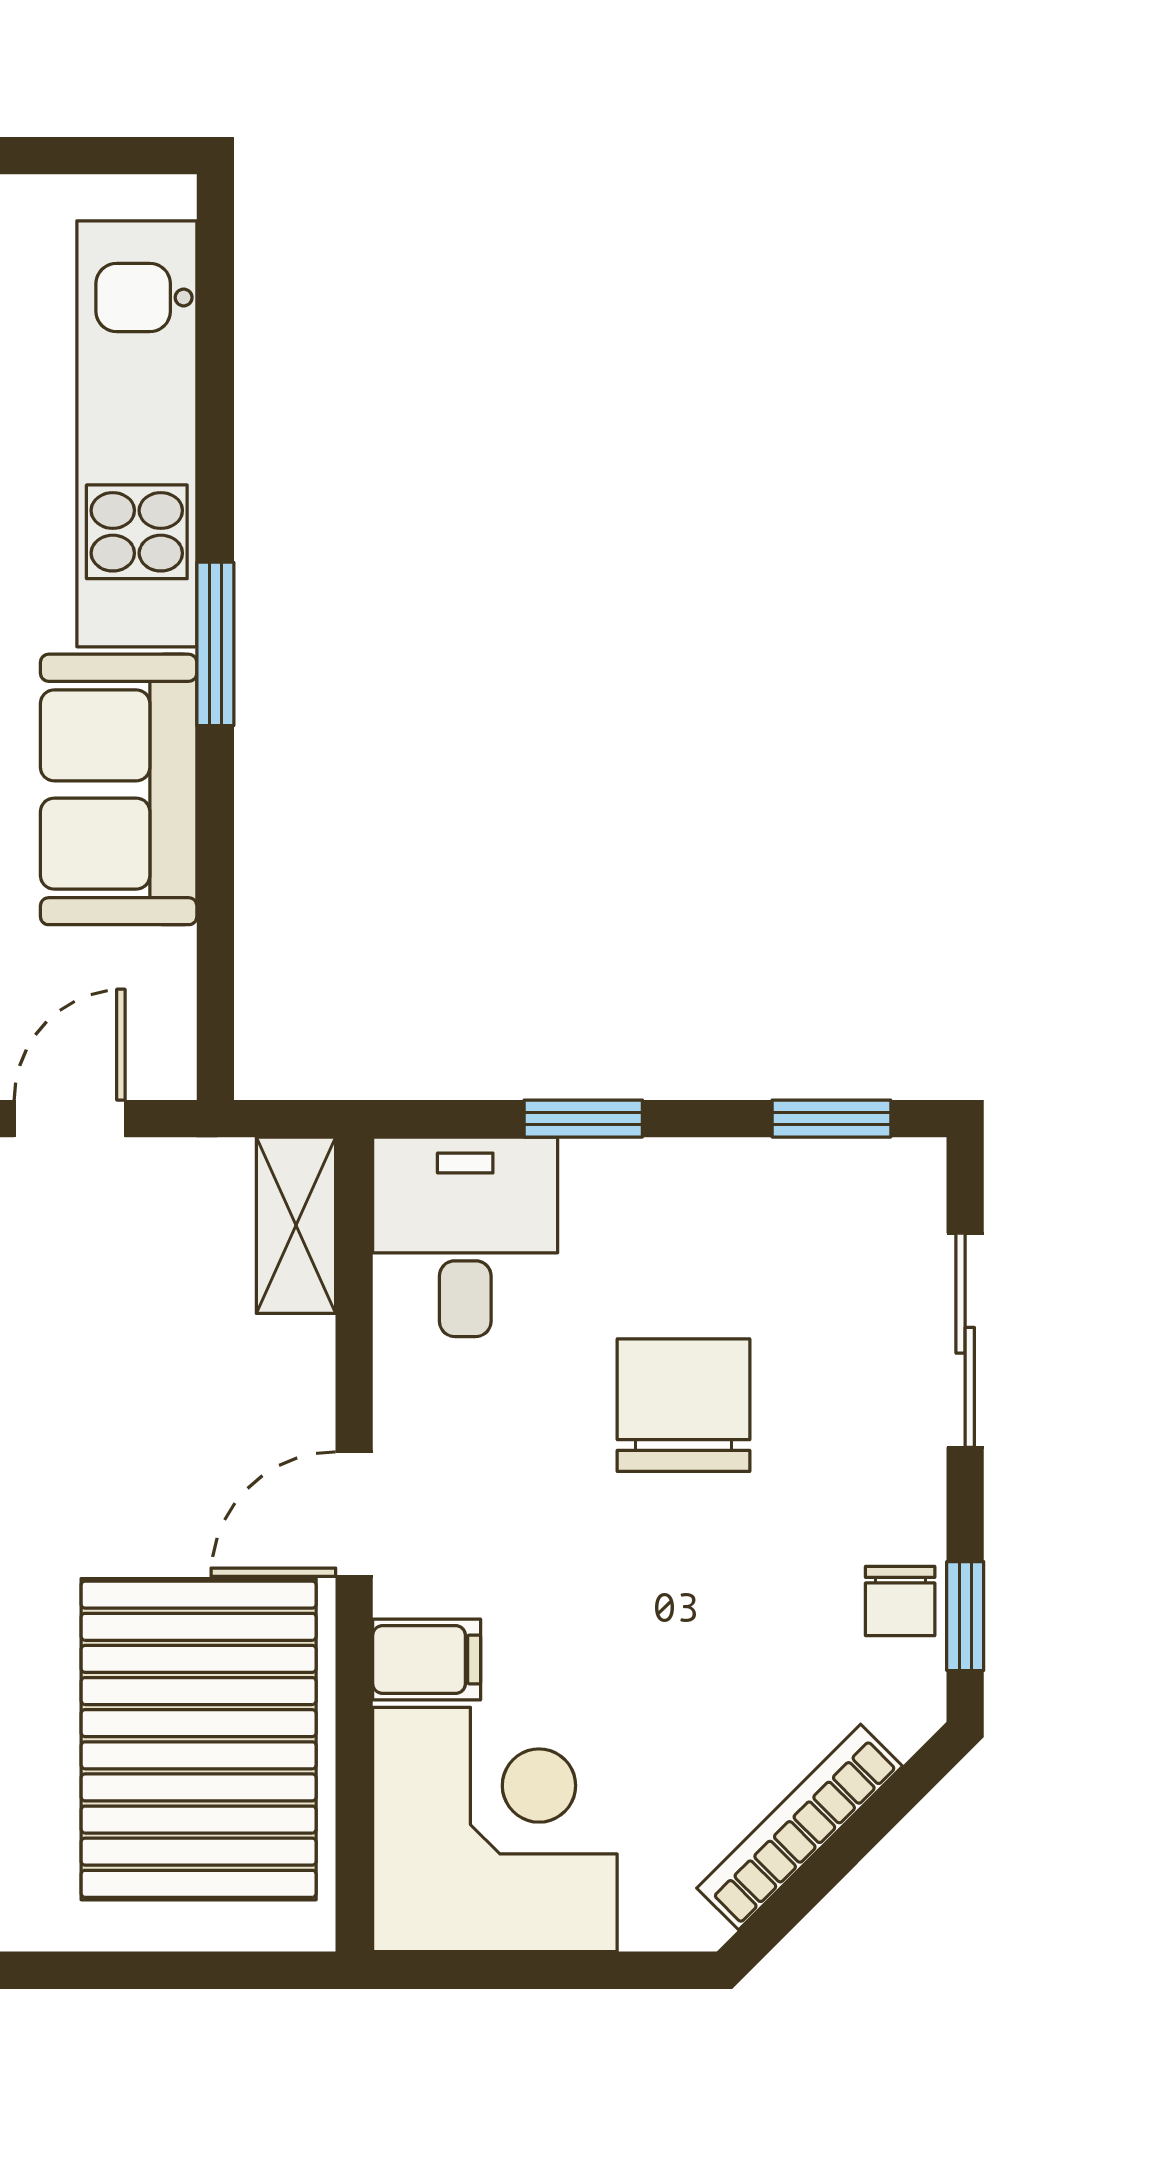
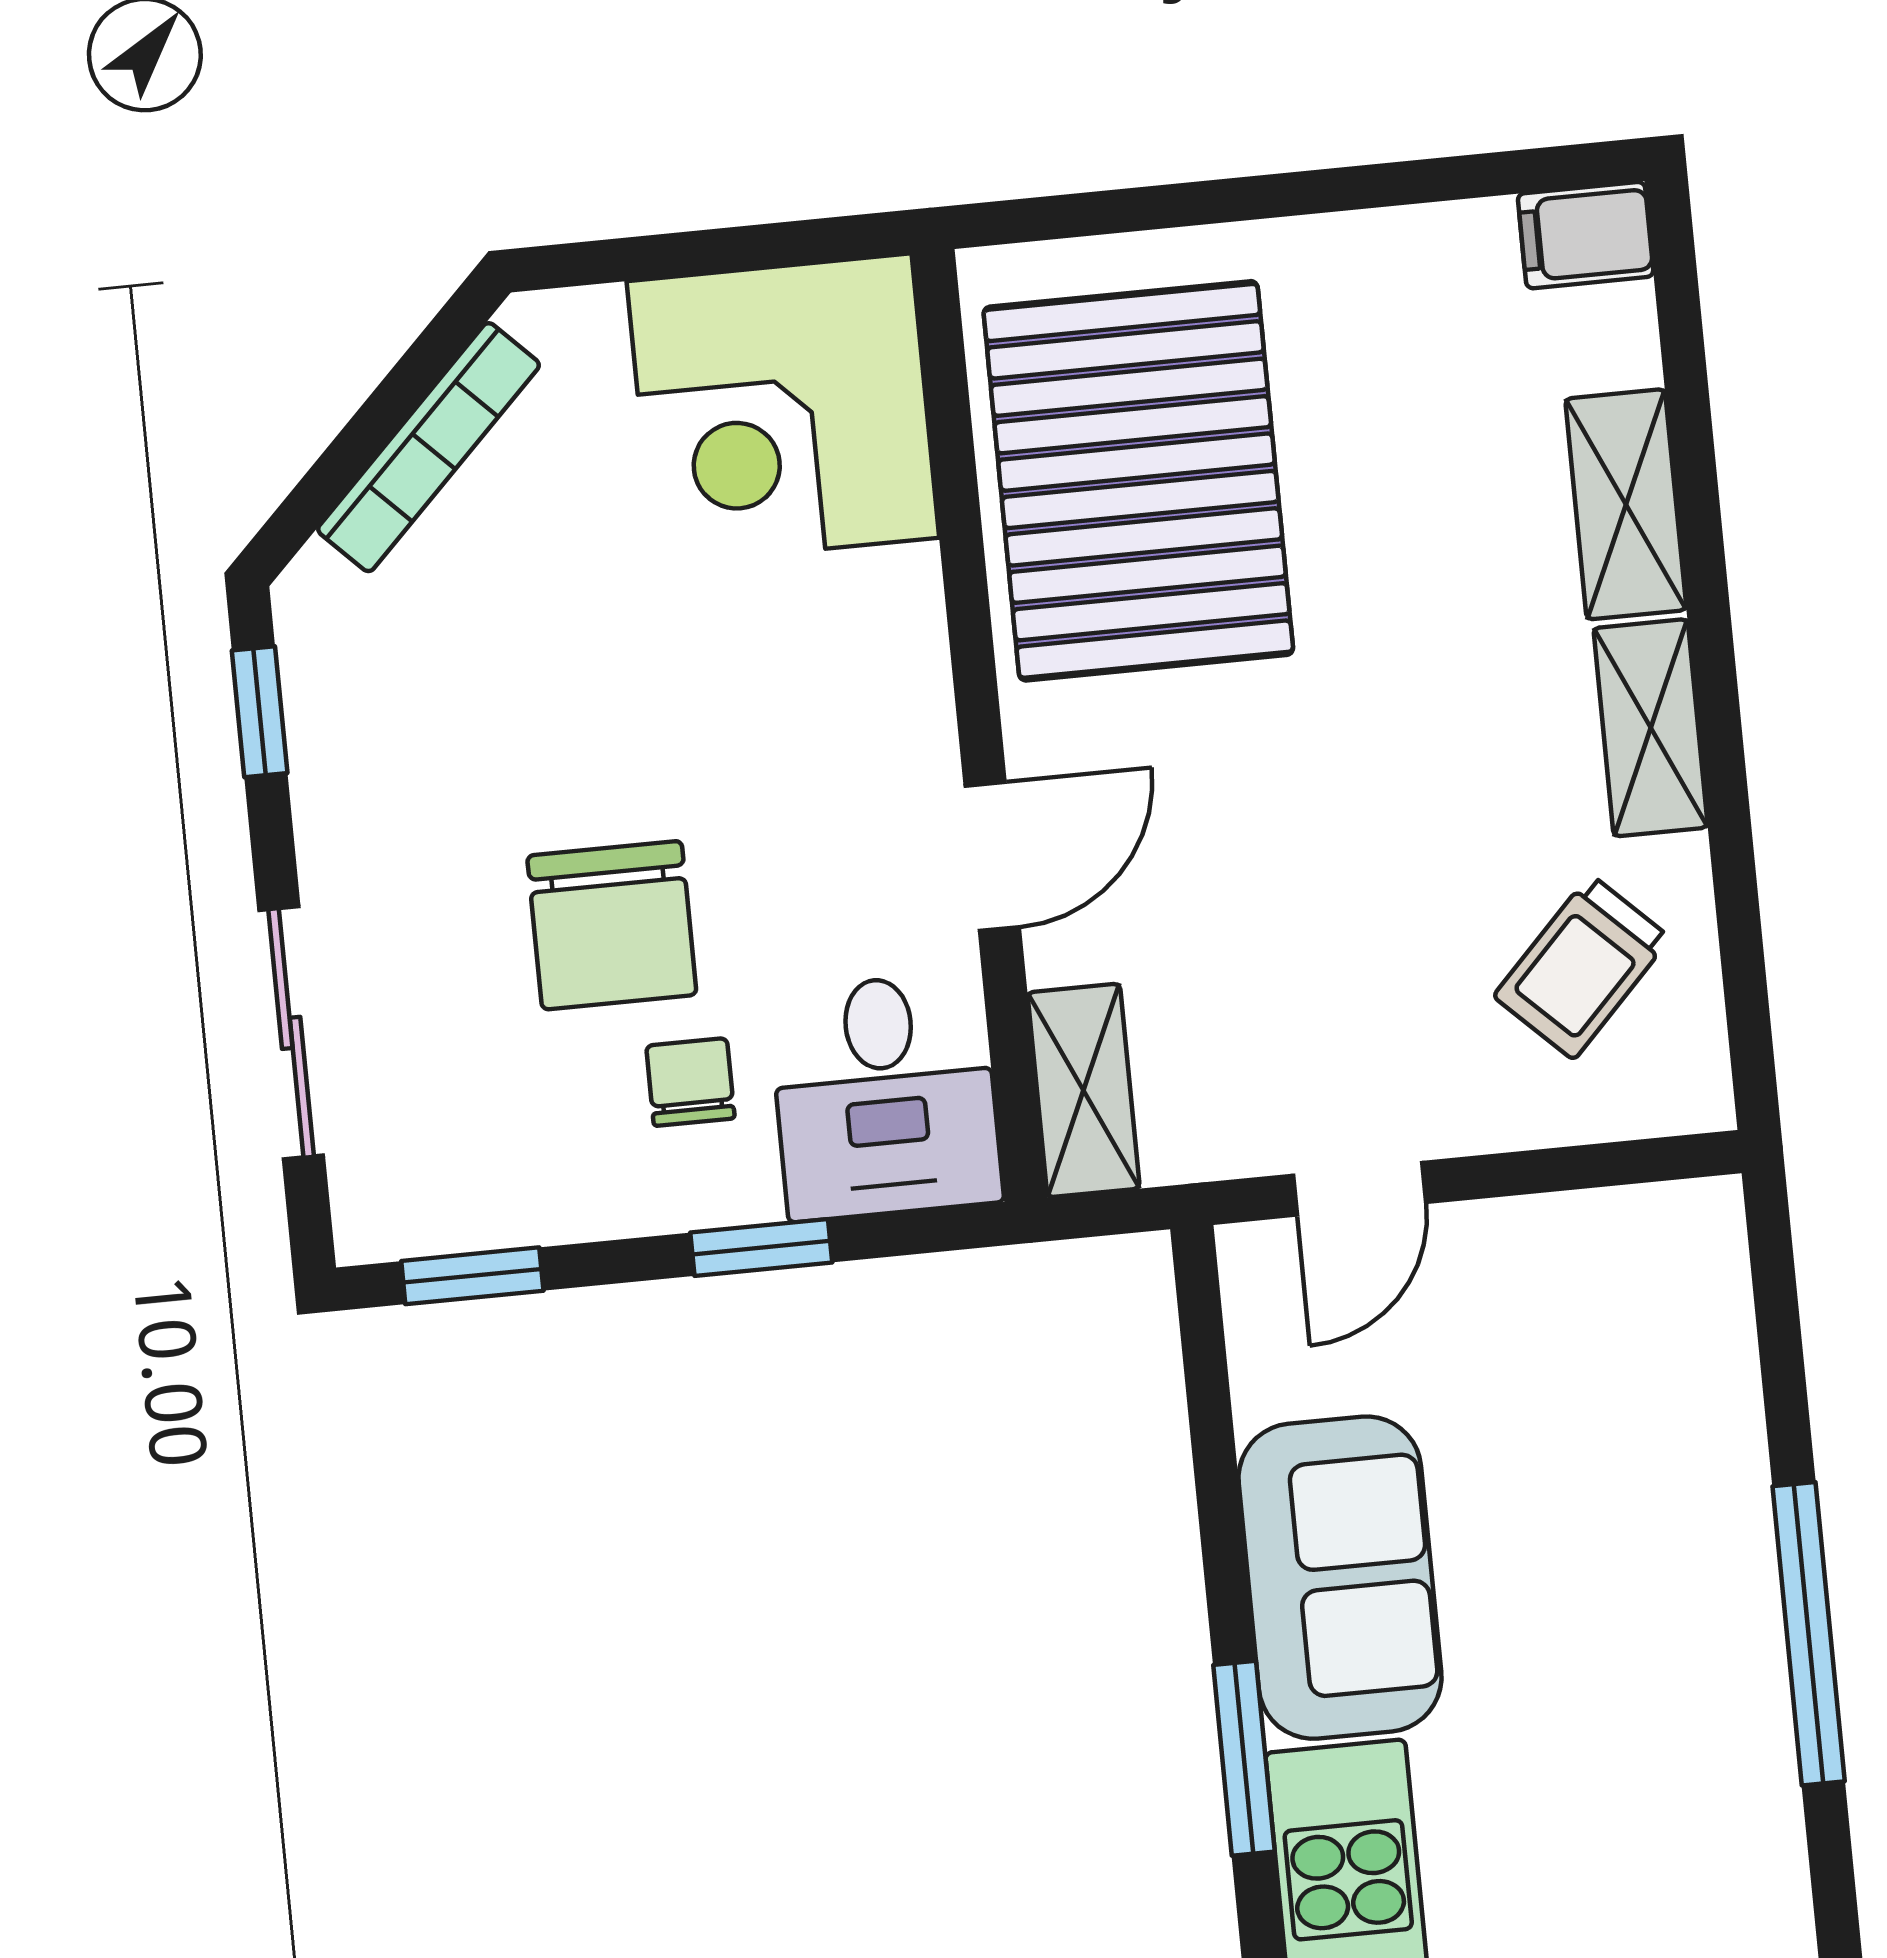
door: (354, 1514) -> (992, 856), moved
chair: (900, 1601) -> (690, 1082), moved
filing cabinet: (427, 1659) -> (882, 600), removed

